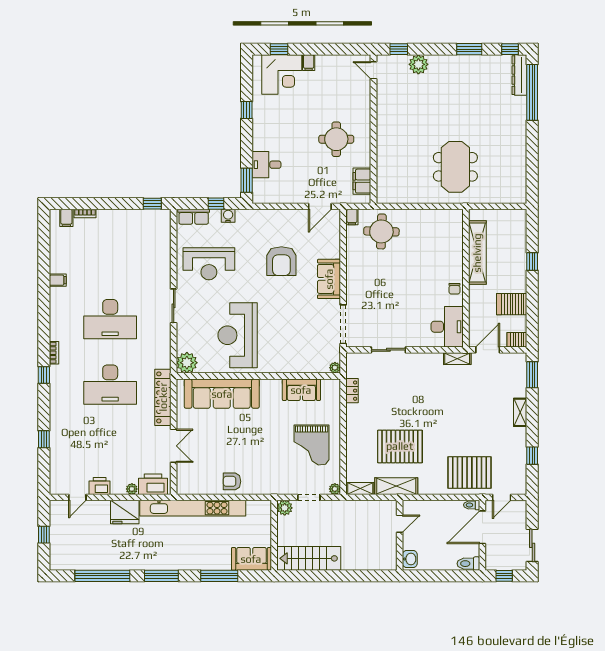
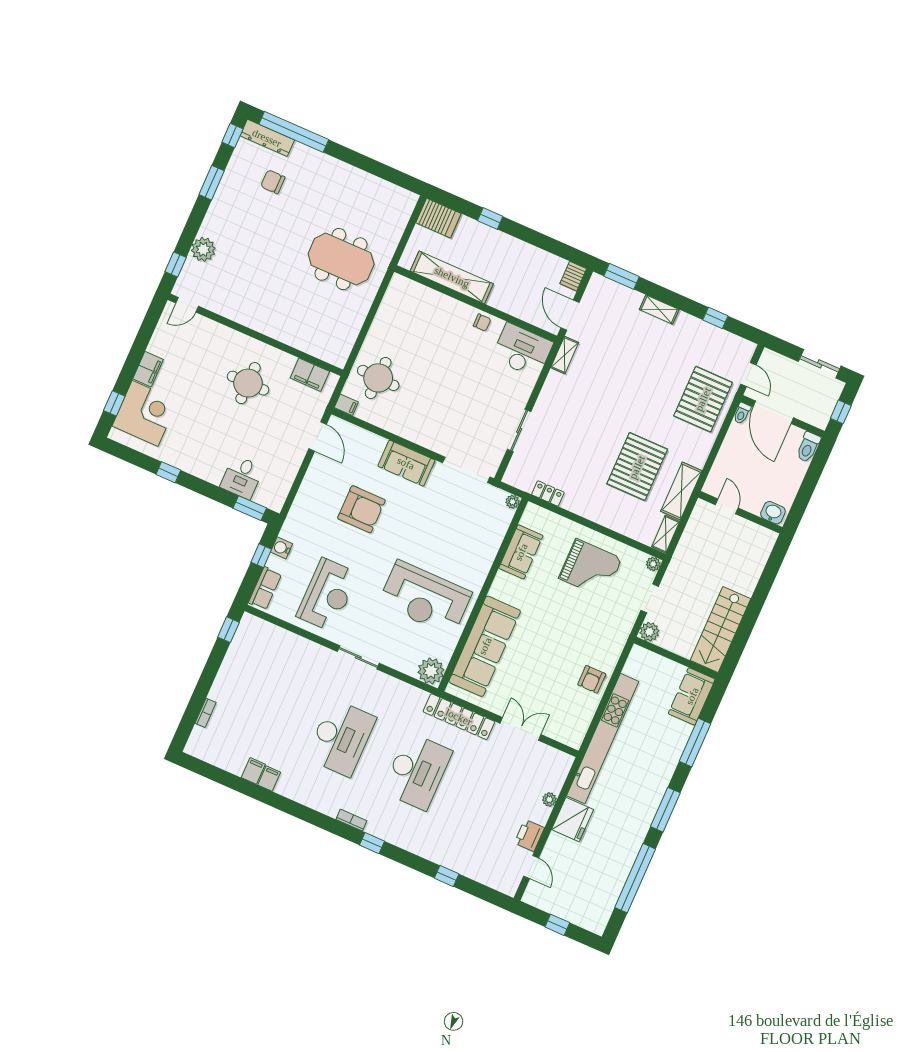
filing cabinet: (309, 63) -> (148, 369), width x2.00
chair: (489, 93) -> (273, 182), added
filing cabinet: (66, 218) -> (253, 771), moved, turned -90
server rack: (512, 304) -> (438, 218), moved, turned -90
printer: (153, 484) -> (555, 773), removed

